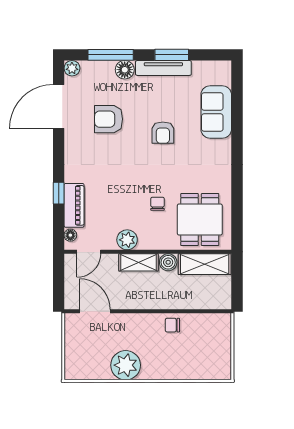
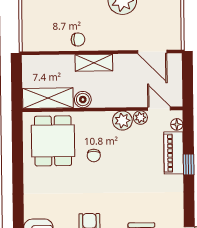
plant: (108, 243) -> (140, 118), added
door: (89, 252) -> (159, 109), hinge flipped
shelving: (138, 262) -> (94, 63), moved

